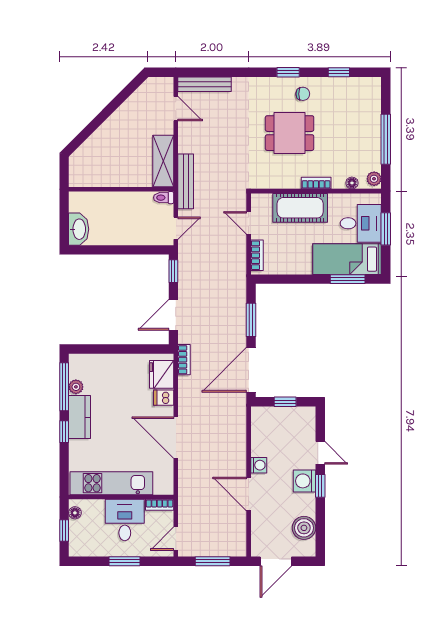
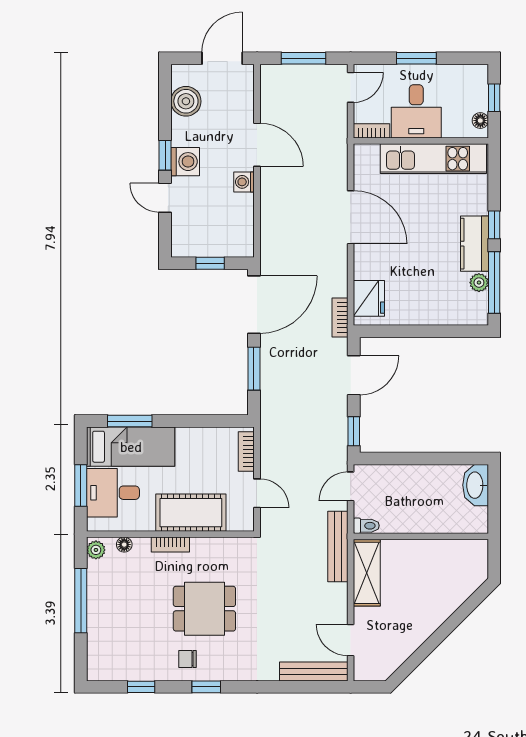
dishwasher: (164, 398) -> (366, 269), removed

